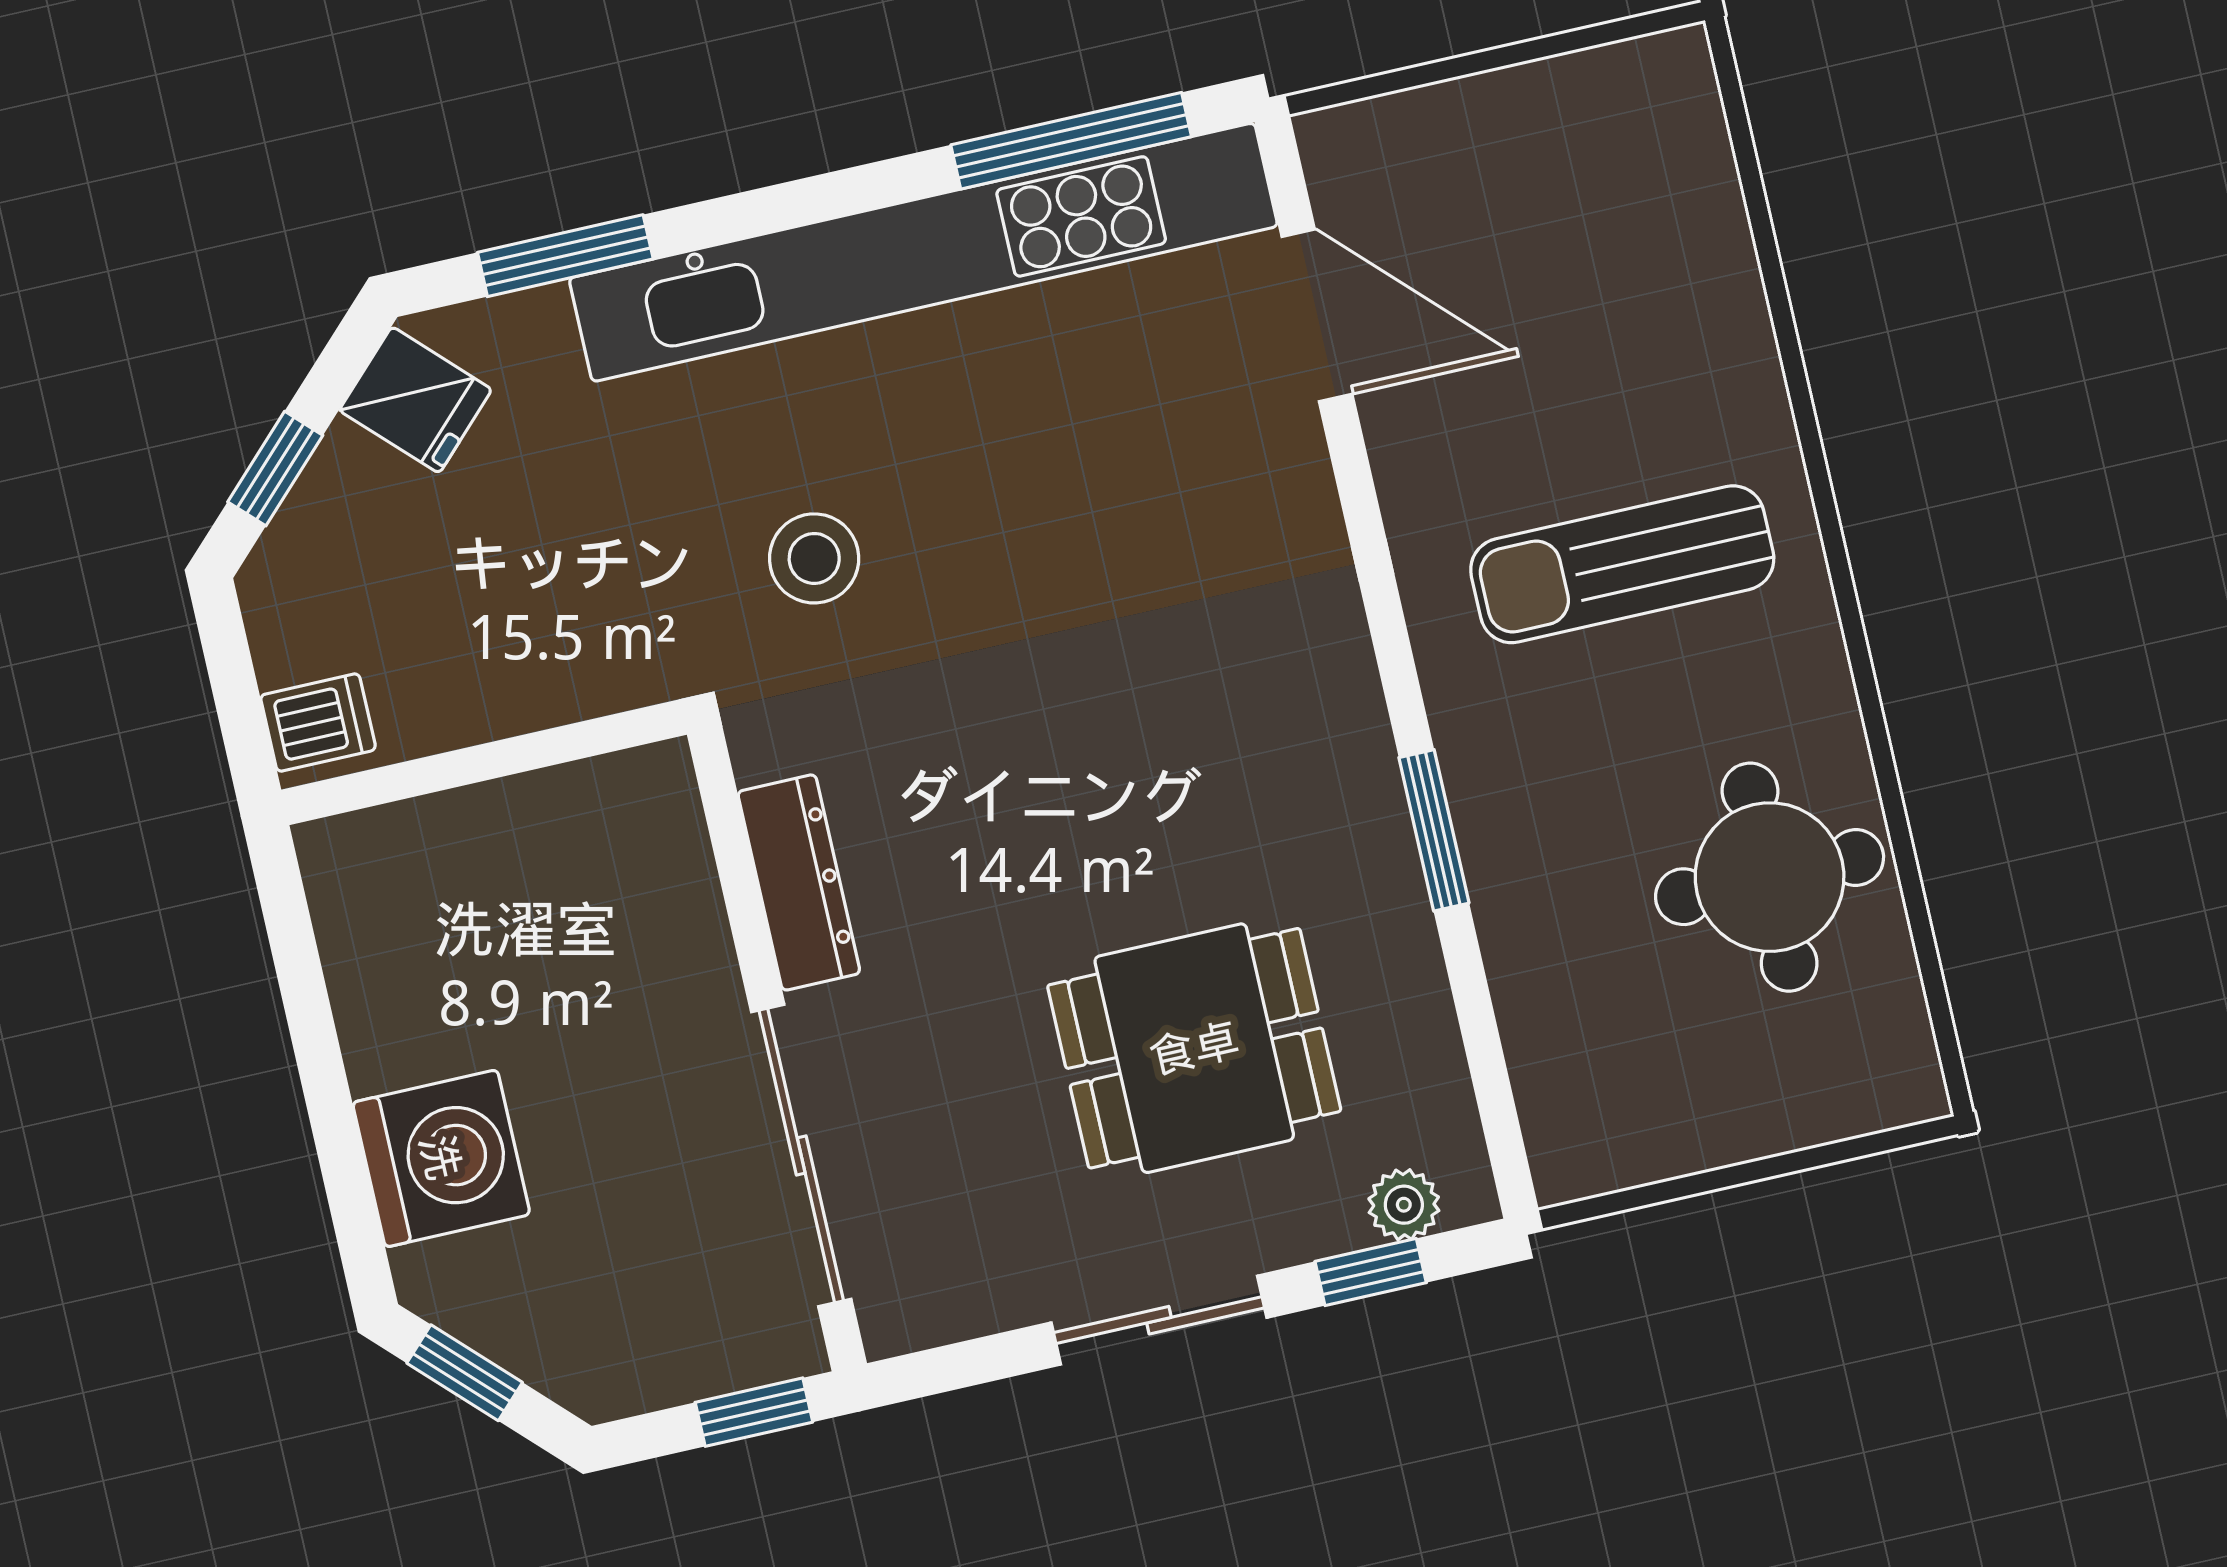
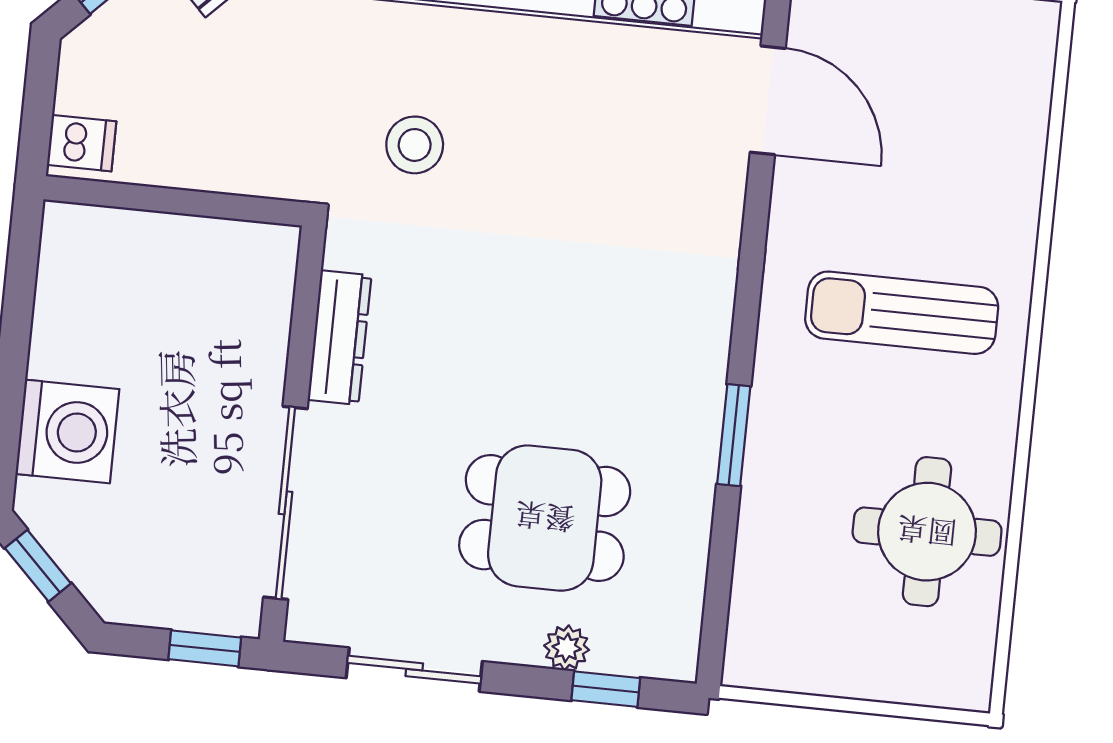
plant: (1404, 1205) -> (567, 648), moved
sliding door: (1159, 1320) -> (414, 670), moved

